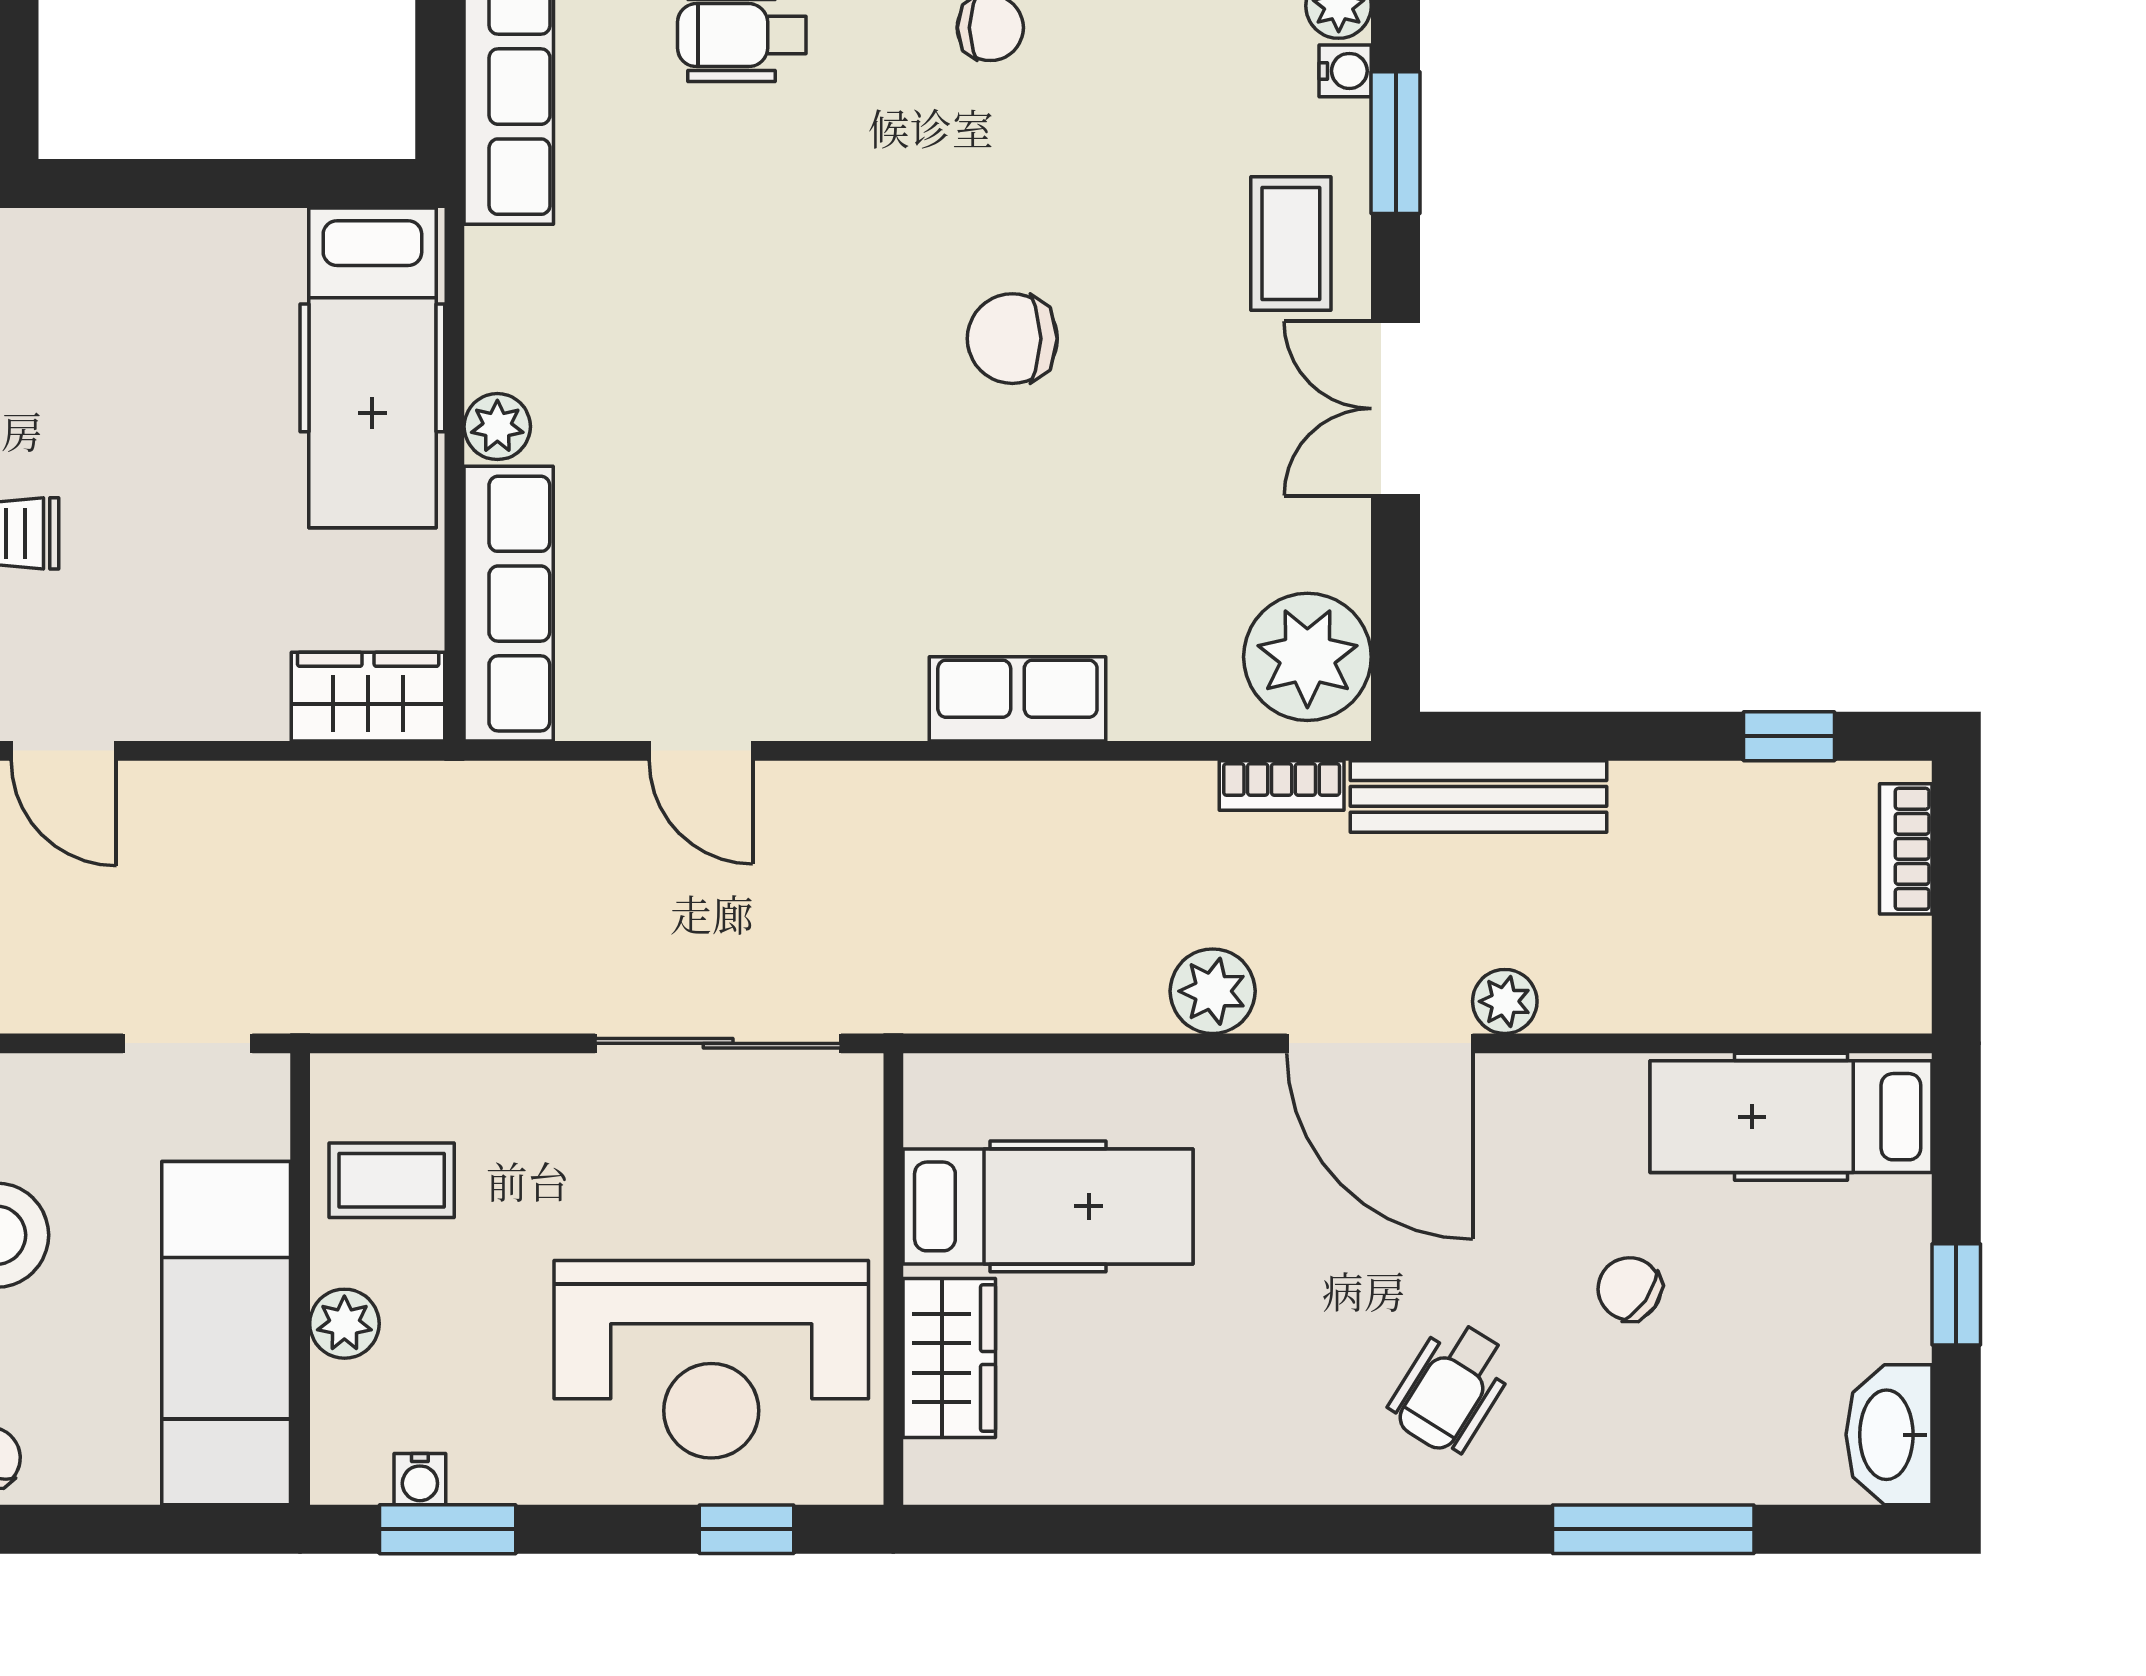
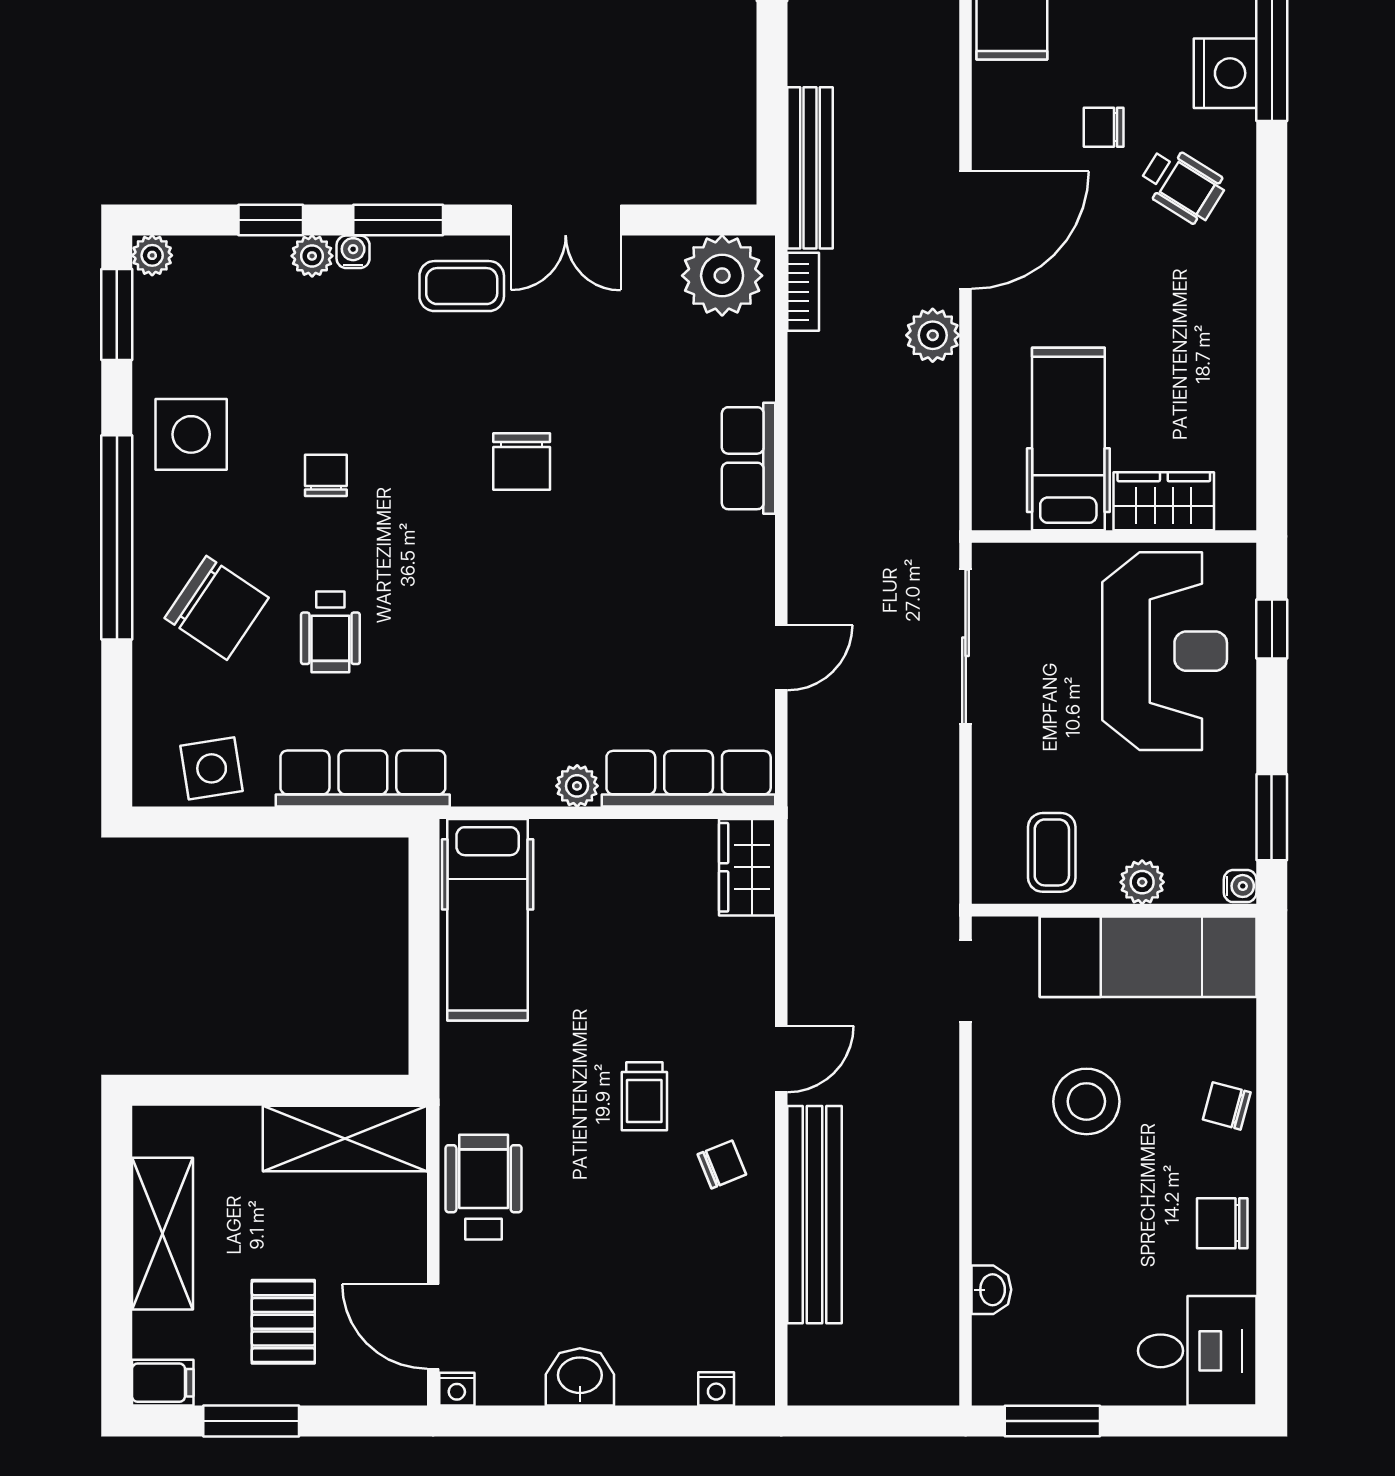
hospital bed: (372, 368) -> (488, 920), moved, turned 90
plant: (1505, 1001) -> (939, 151), removed
chair: (1629, 1289) -> (1104, 127), moved, turned 55
nightstand: (1629, 1455) -> (1225, 73), added
water cooler: (420, 1479) -> (1240, 886), moved

